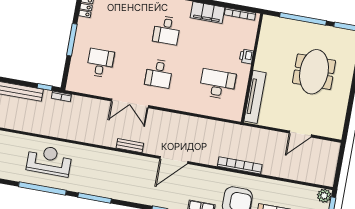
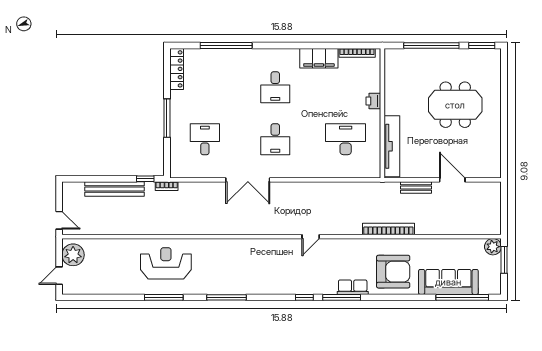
meeting table: (314, 72) -> (455, 105), turned 90
door: (300, 134) -> (452, 180), swing flipped
bench: (130, 146) -> (416, 188), moved
door: (174, 160) -> (311, 237), width x0.53
window: (42, 189) -> (164, 297), width x0.68

